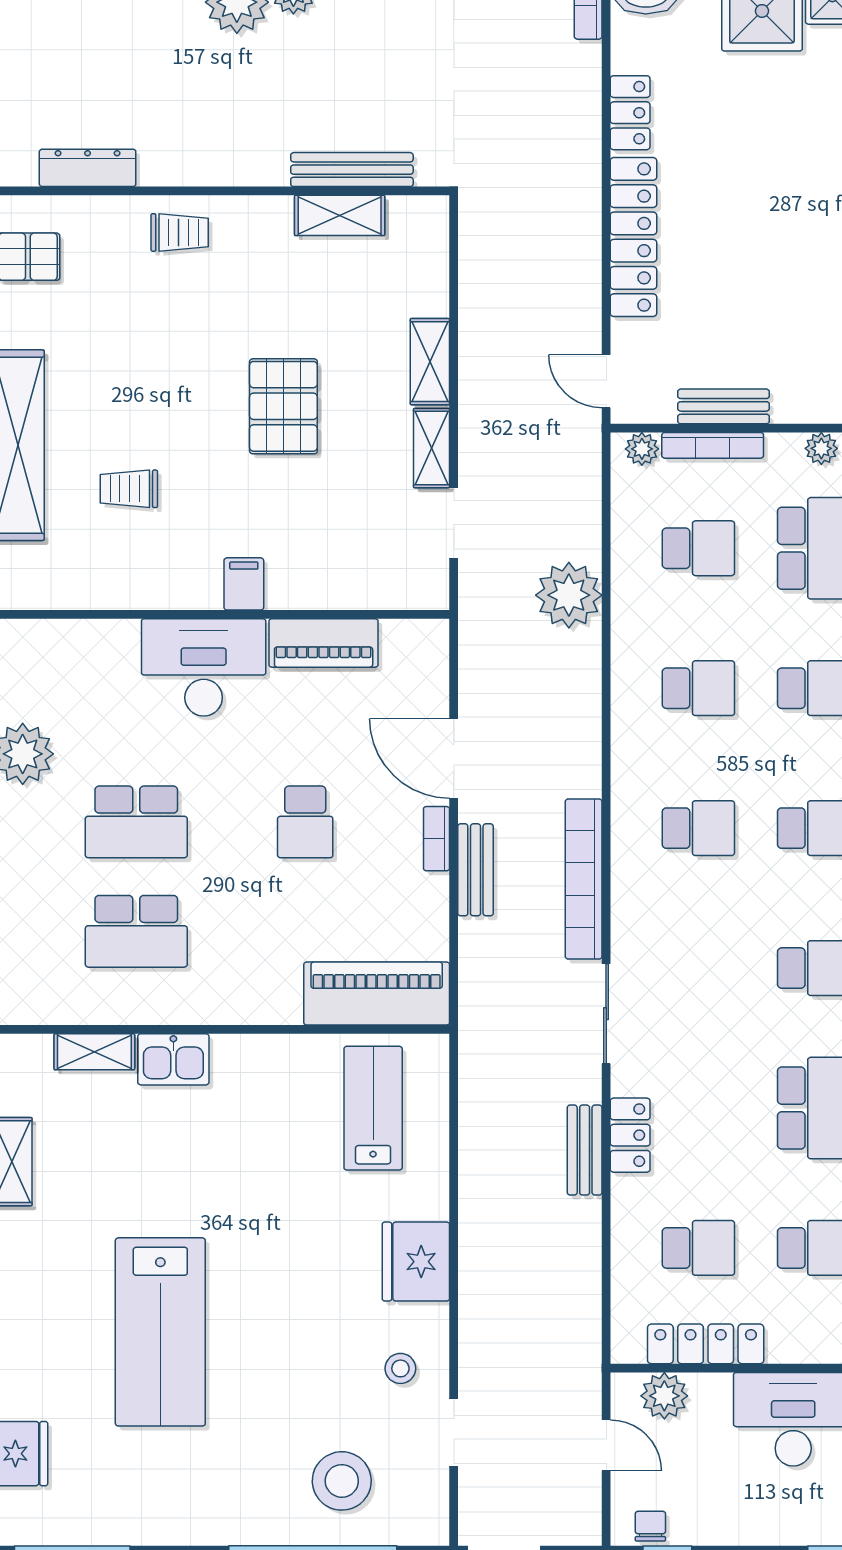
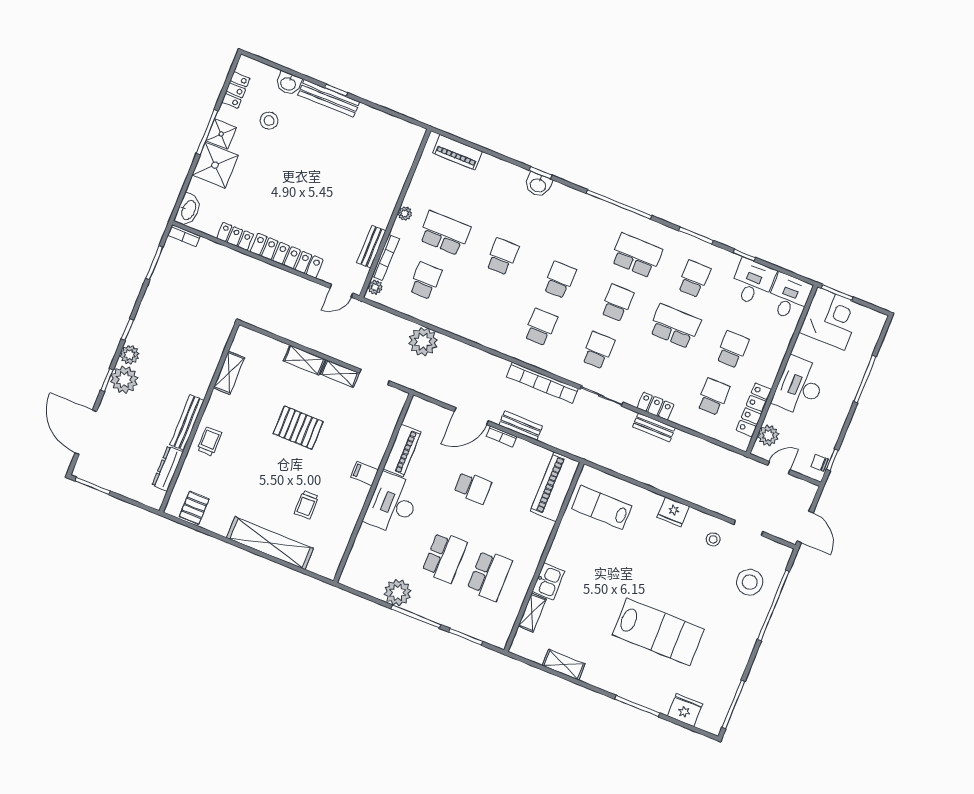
bench: (352, 170) -> (187, 423), moved
school desk: (698, 688) -> (598, 350), moved
fridge: (416, 1262) -> (673, 512), width x0.73, depth x0.75

